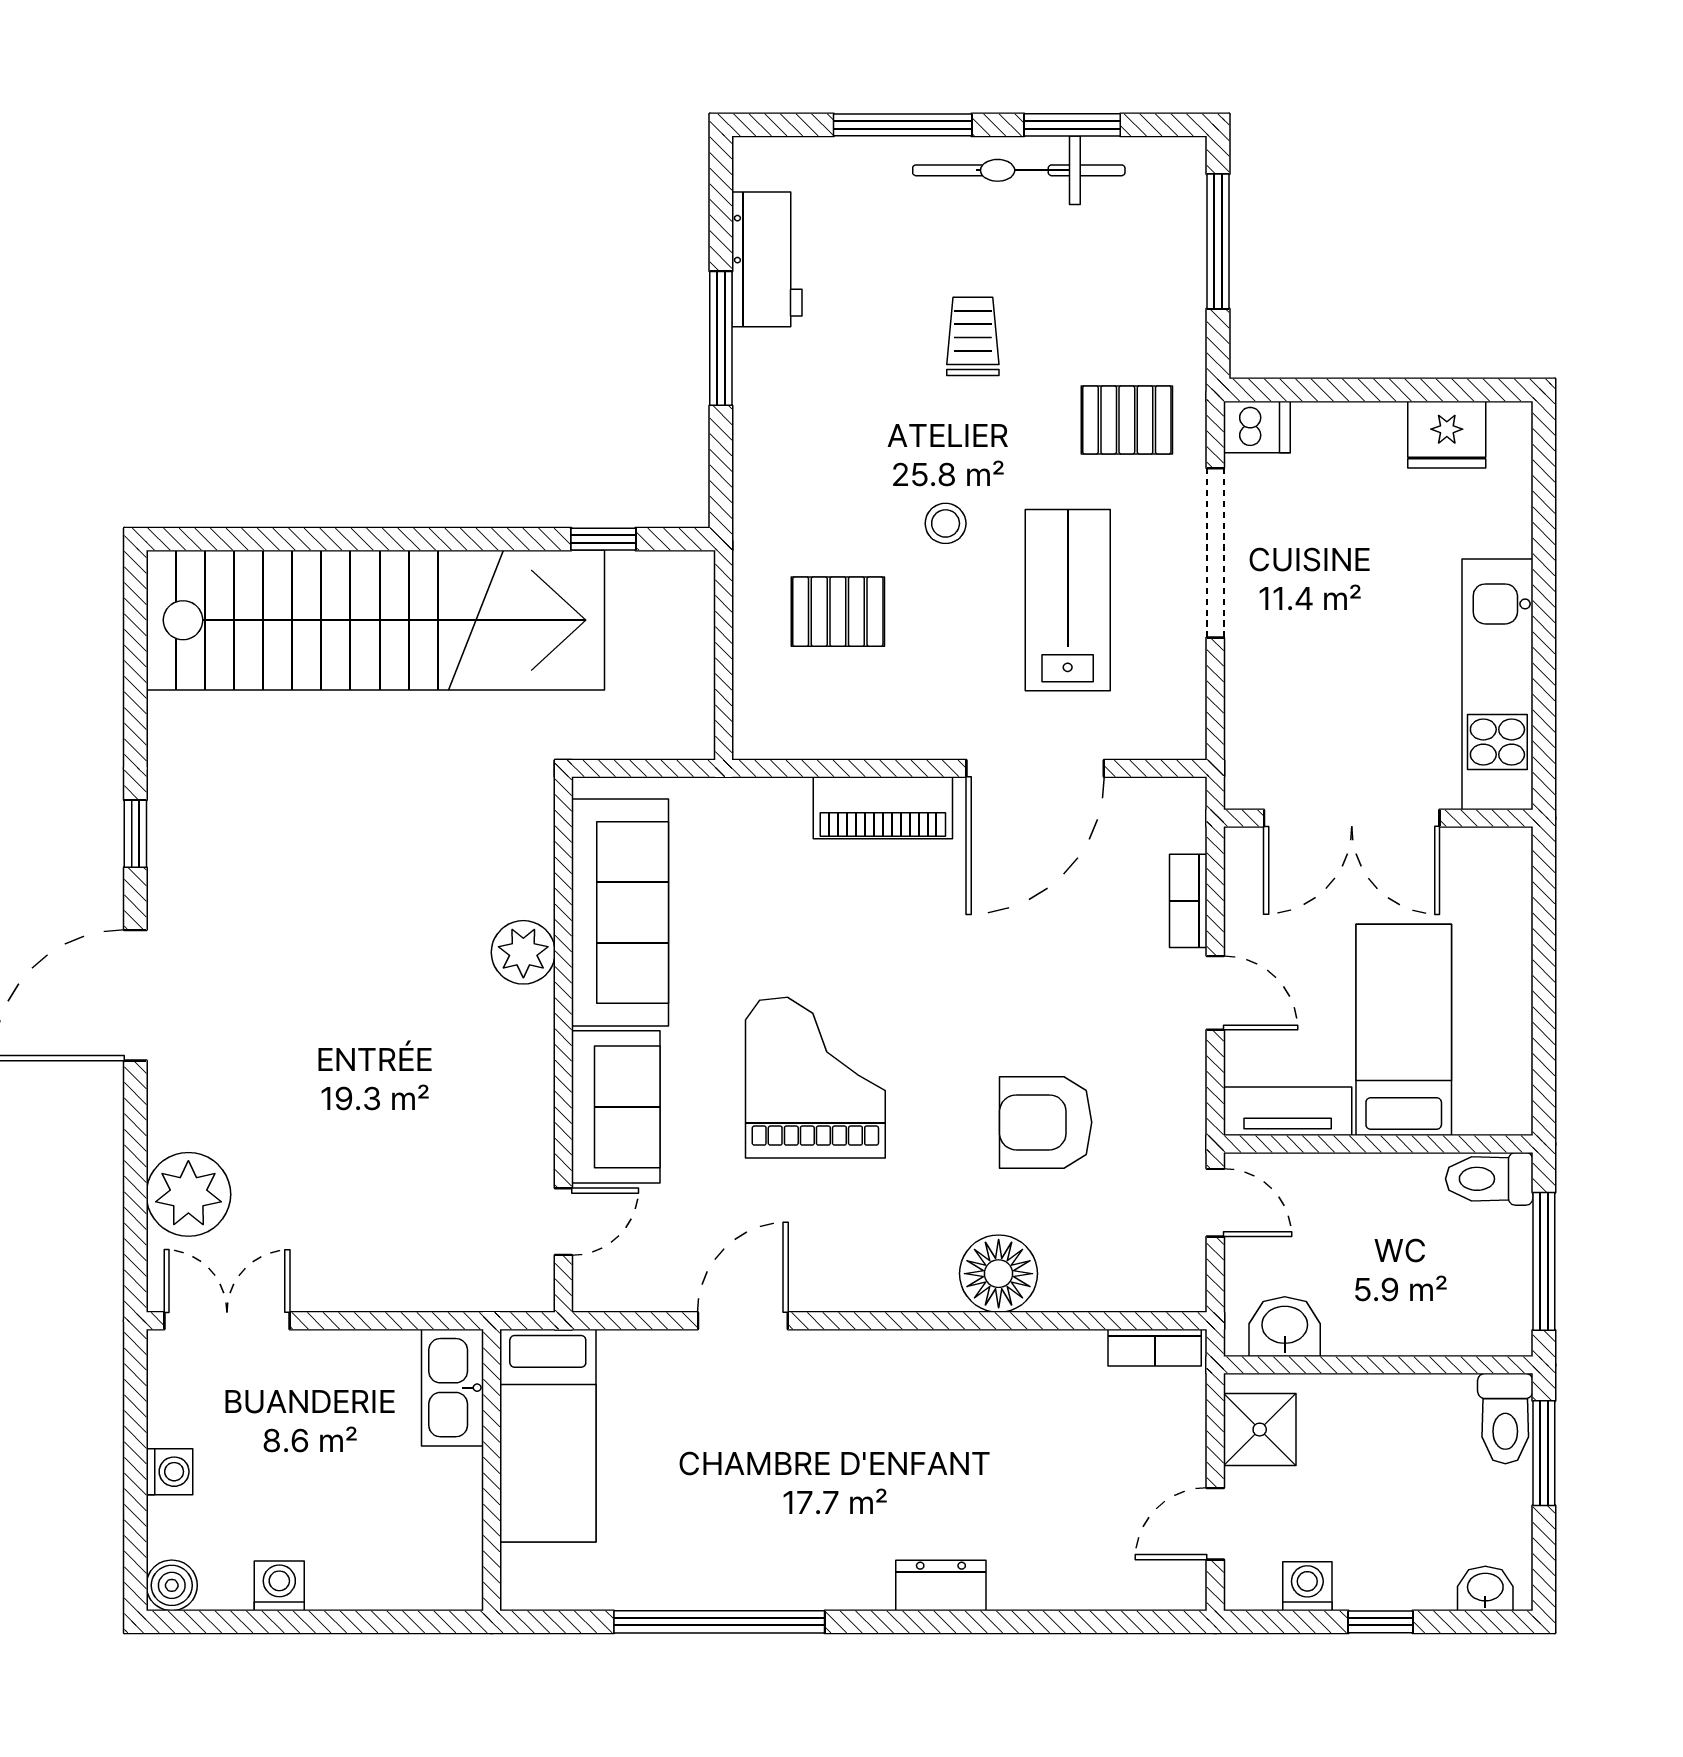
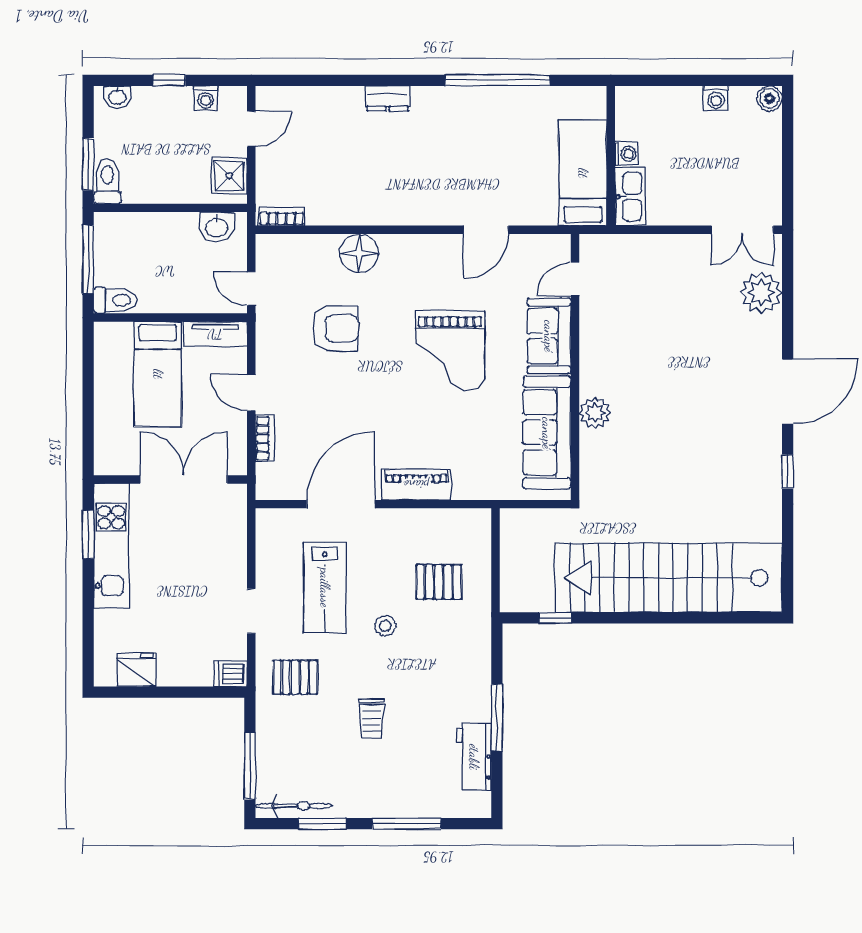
bicycle: (1019, 170) -> (294, 806), moved, width x0.73, depth x0.71
doorway: (1215, 553) -> (251, 611), width x0.53
window: (1544, 707) -> (88, 534), added
washing machine: (169, 1472) -> (626, 154), moved, turned 180

